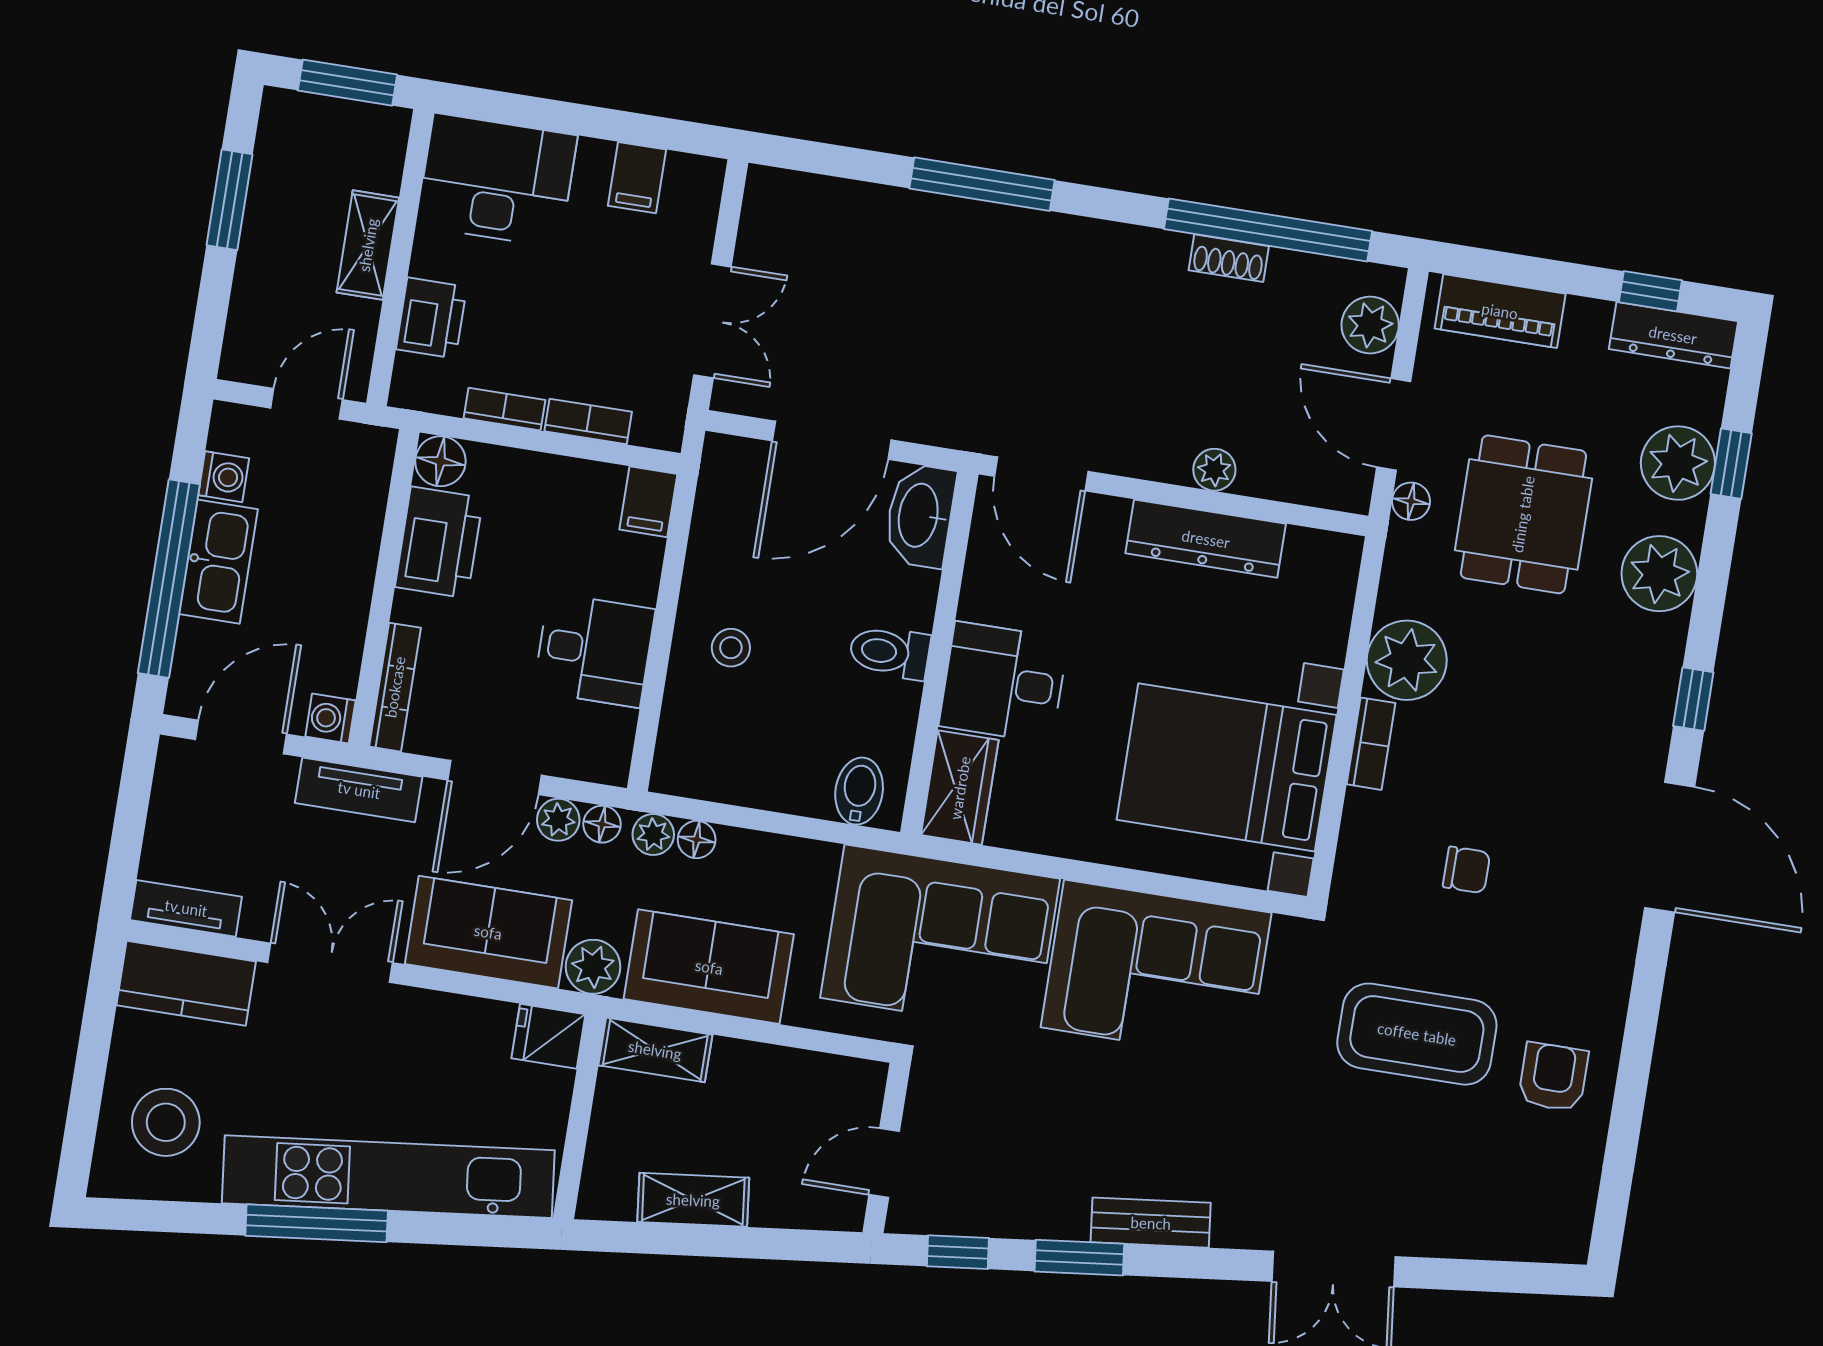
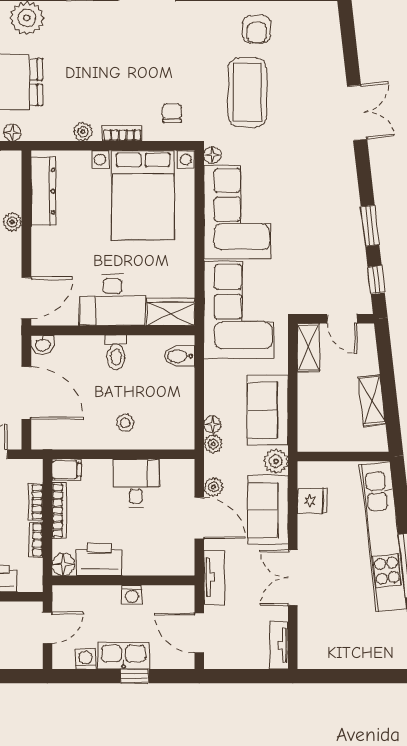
door: (307, 404) -> (47, 628), swing flipped
washbasin: (920, 516) -> (43, 344), width x0.52, depth x0.69
dresser: (1206, 539) -> (43, 191), moved
window: (169, 579) -> (134, 676), width x0.32
plant: (1407, 660) -> (83, 132), width x0.53, depth x0.53
desk: (1004, 682) -> (112, 300), width x1.37
bookcase: (395, 687) -> (59, 510), moved, turned 90
washing machine: (330, 718) -> (132, 595), moved
floor lamp: (602, 824) -> (212, 155), moved
chair: (1467, 870) -> (172, 113), moved
kitchen counter: (186, 983) -> (312, 640), removed
fridge: (548, 1036) -> (312, 501), moved, turned -90
shelving: (655, 1050) -> (308, 347), moved
armchair: (1553, 1077) -> (257, 29), turned -90
stool: (166, 1122) -> (375, 639), removed
bench: (1151, 1223) -> (349, 197), removed

